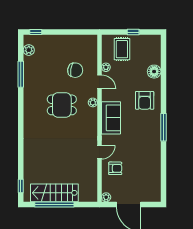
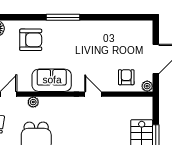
armchair: (115, 168) -> (126, 77), moved

